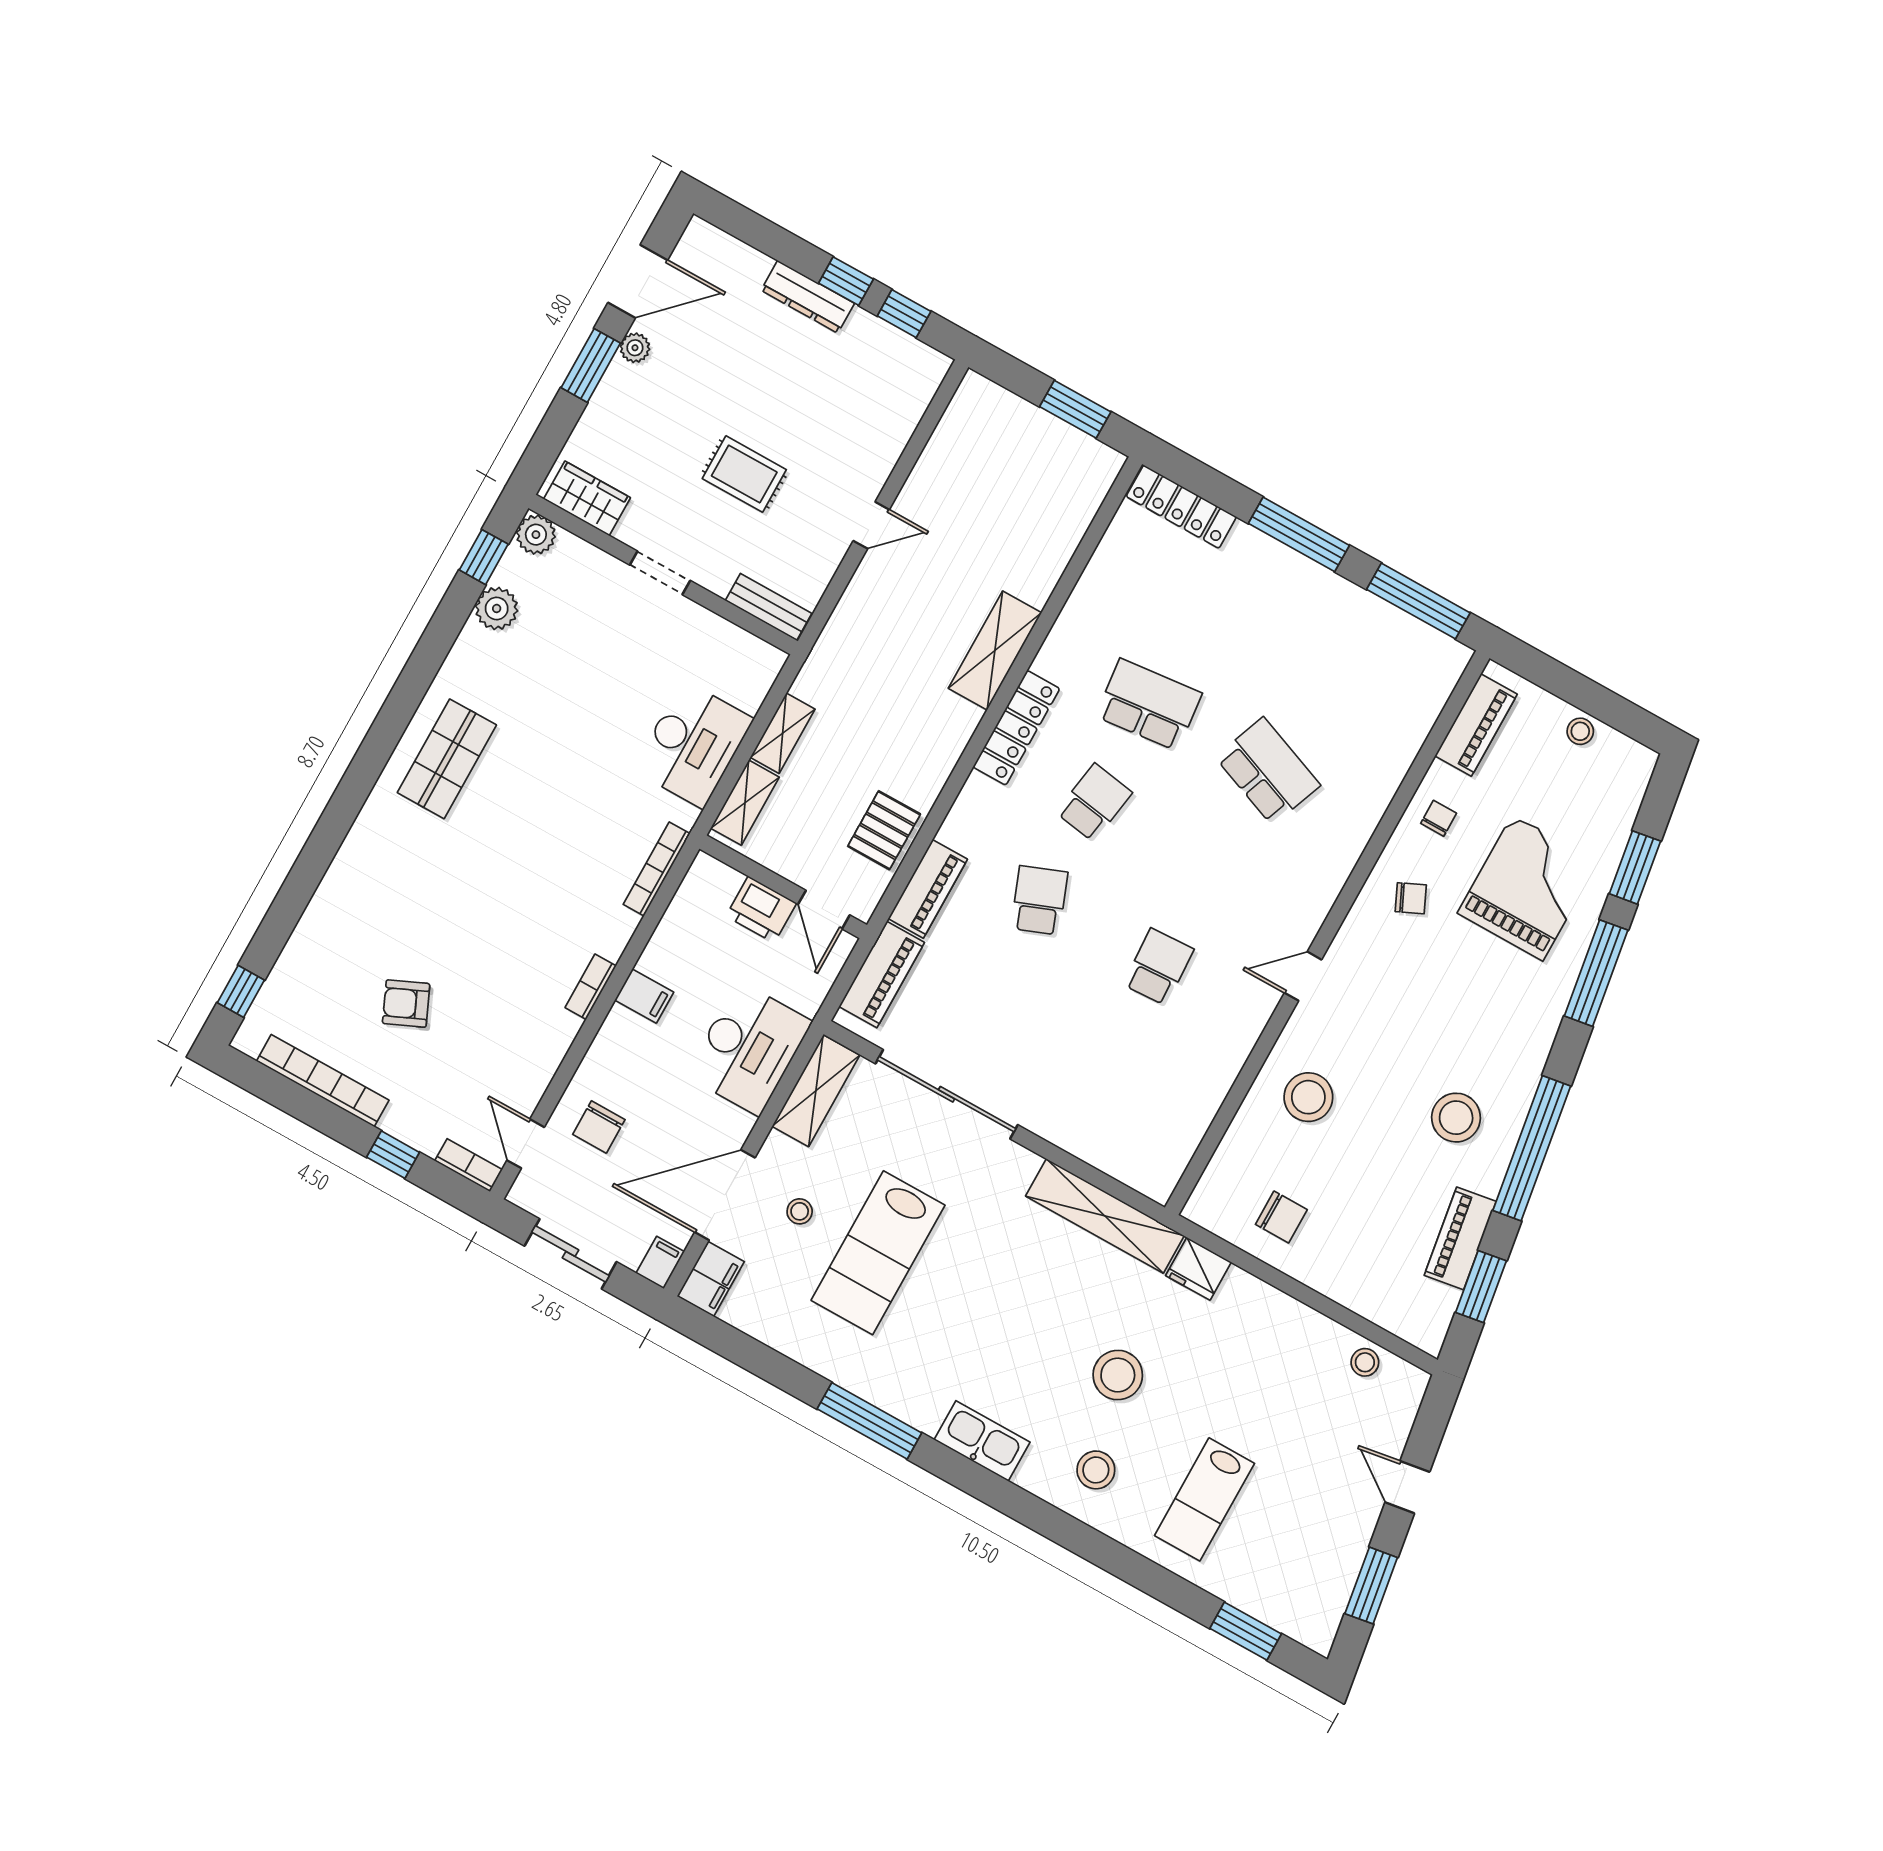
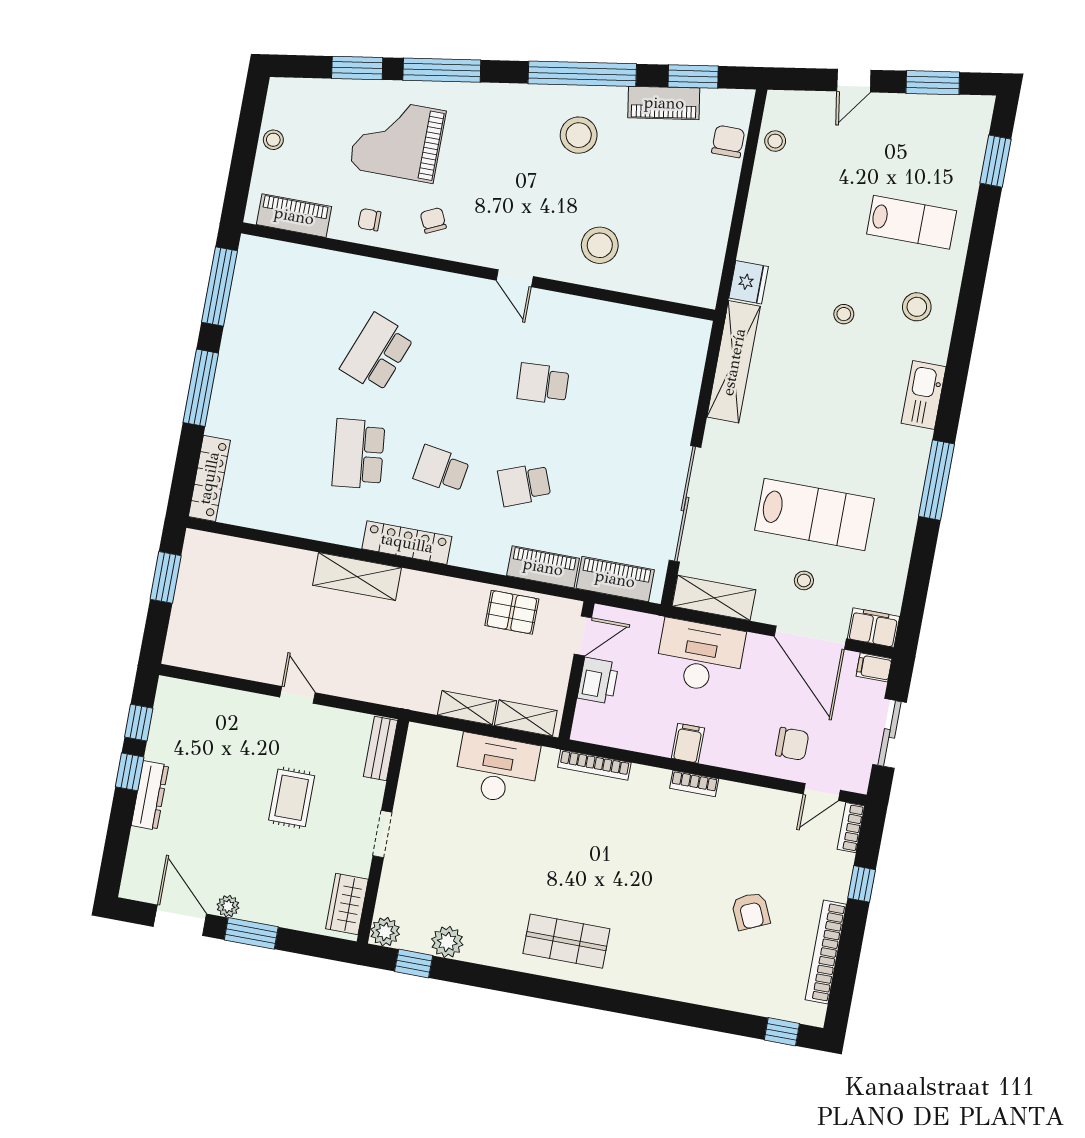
chair: (1281, 1217) -> (728, 141), moved
stool: (1118, 1375) -> (844, 314), width x0.53, depth x0.53

